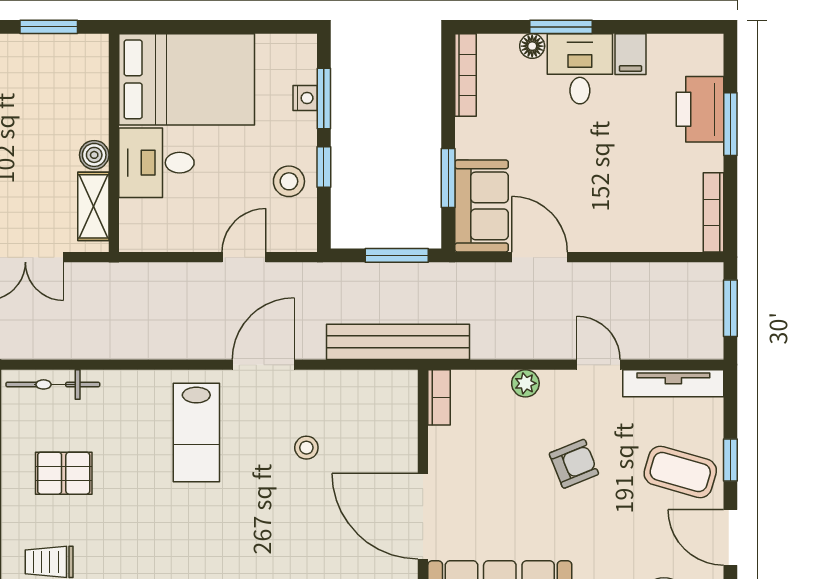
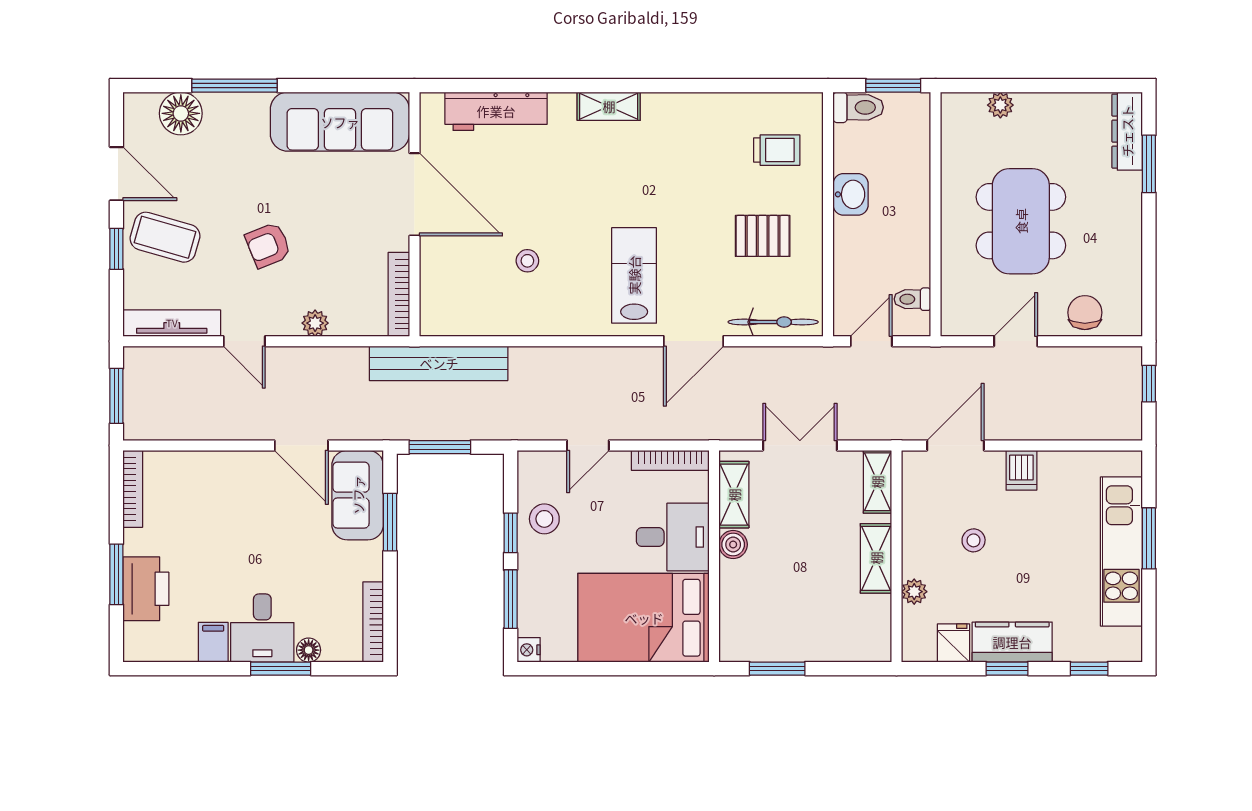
nightstand: (305, 98) -> (529, 650), moved
bookcase: (159, 242) -> (670, 460), added
door: (263, 365) -> (693, 341), moved
bookcase: (439, 397) -> (399, 294), width x1.56

